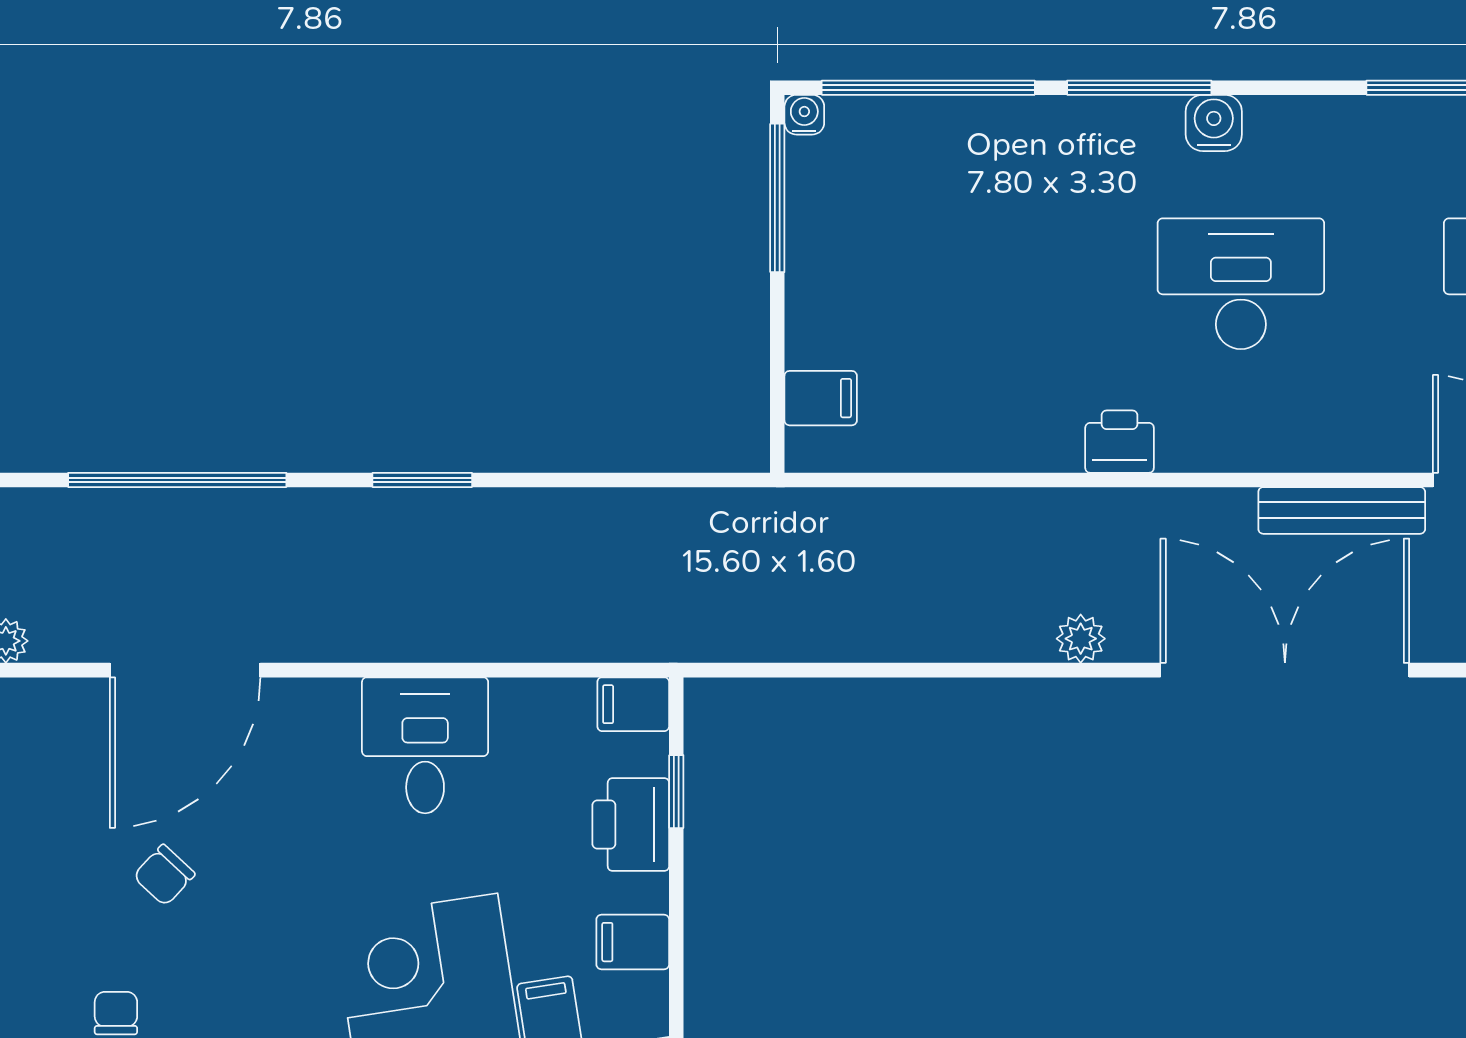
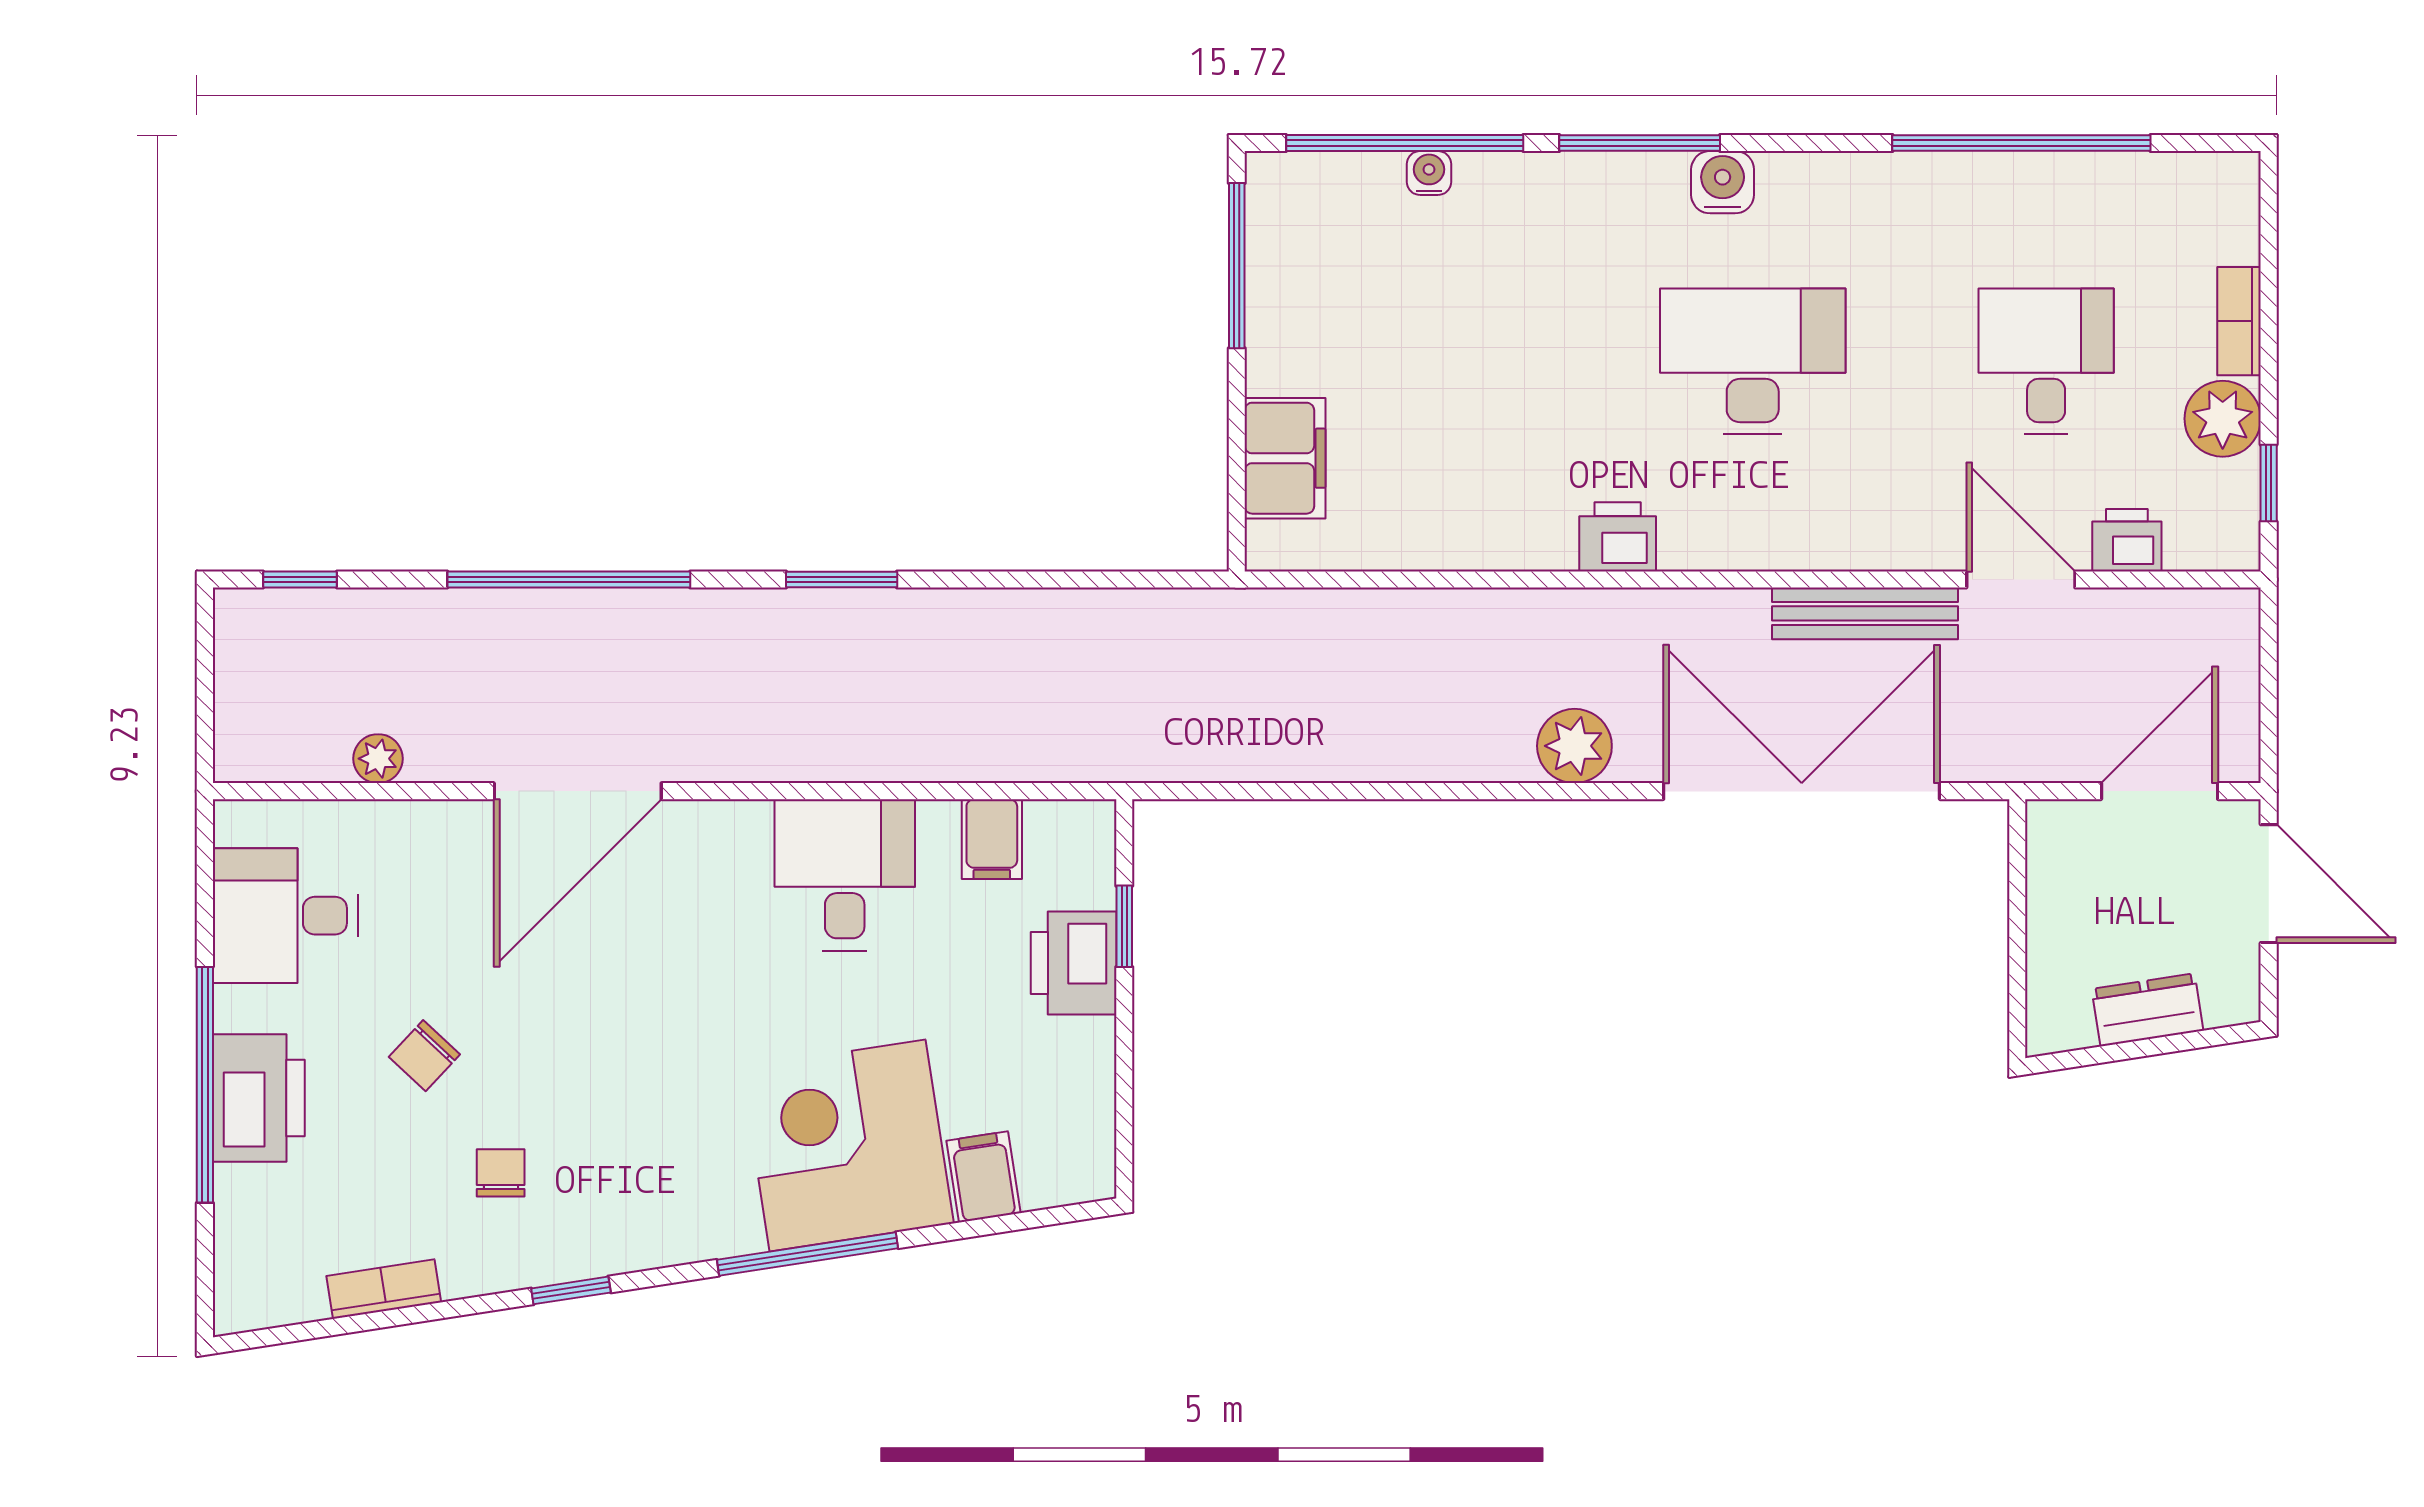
water cooler: (804, 115) -> (1429, 173), moved
filing cabinet: (821, 398) -> (1285, 458), width x2.00
plant: (1081, 639) -> (1574, 746), width x1.38, depth x1.38
filing cabinet: (633, 704) -> (992, 839), moved, turned -90
chair: (164, 875) -> (424, 1056), moved
filing cabinet: (633, 942) -> (1076, 1094), removed

